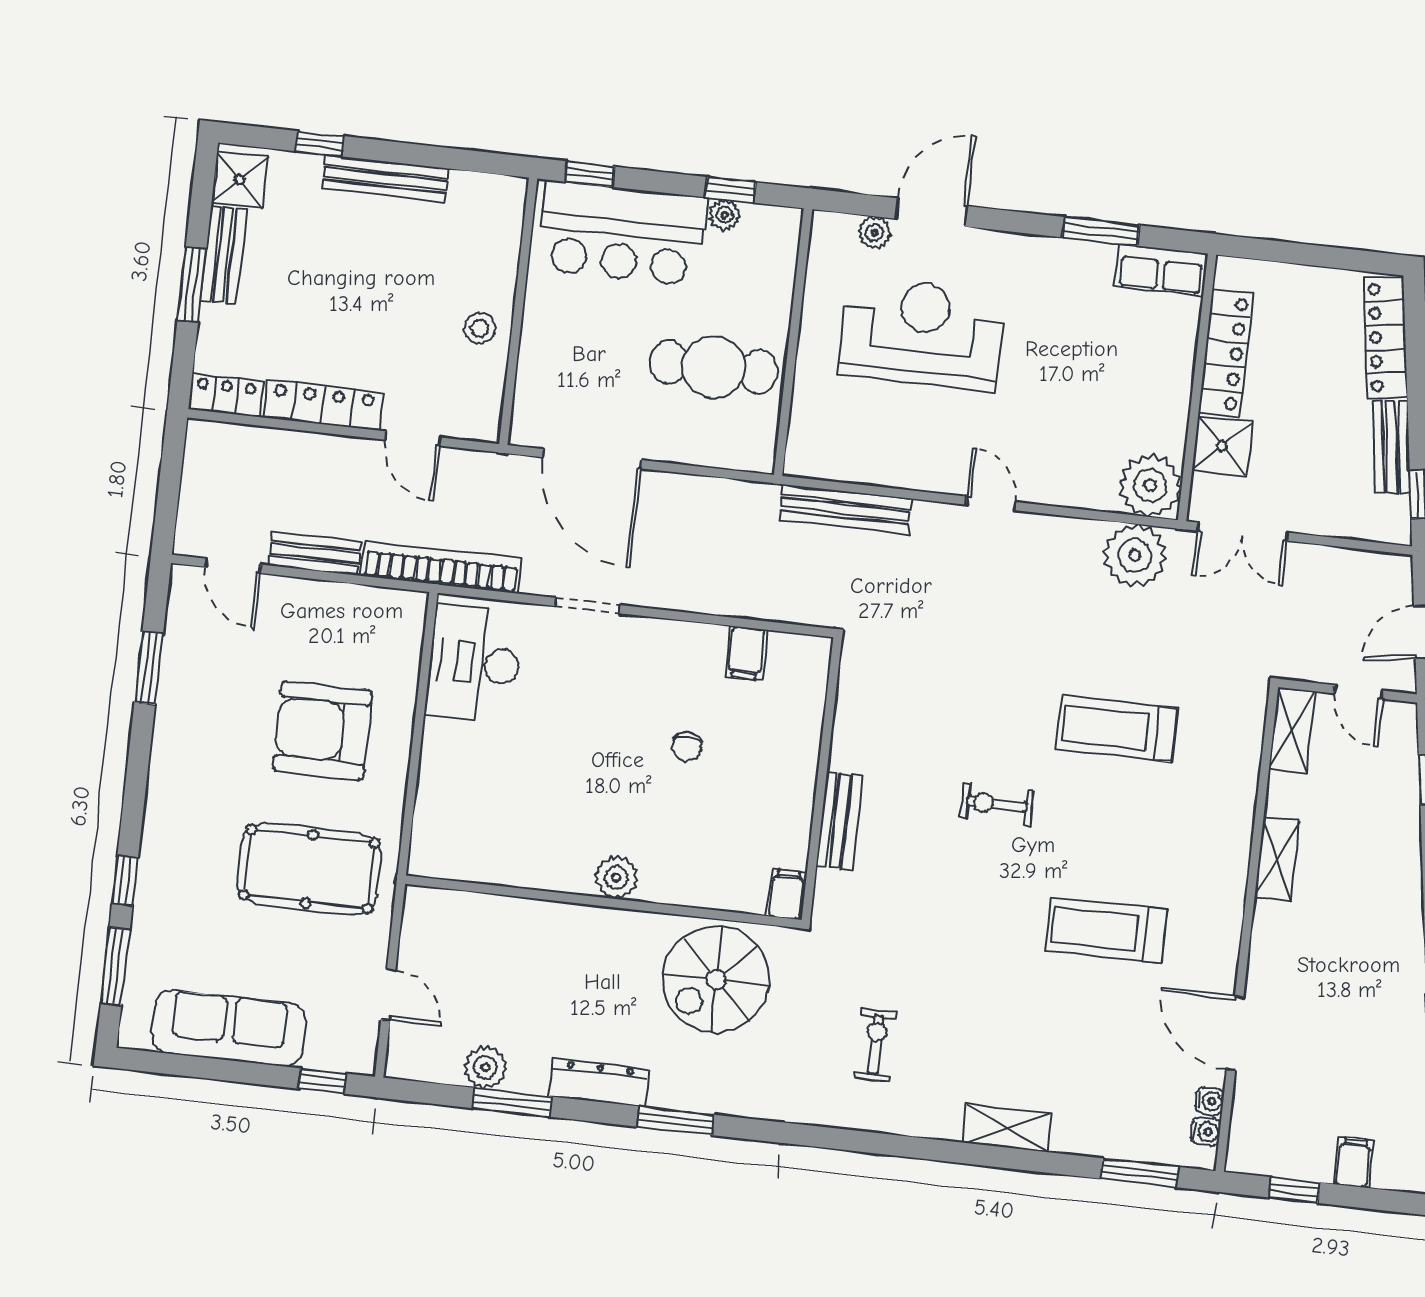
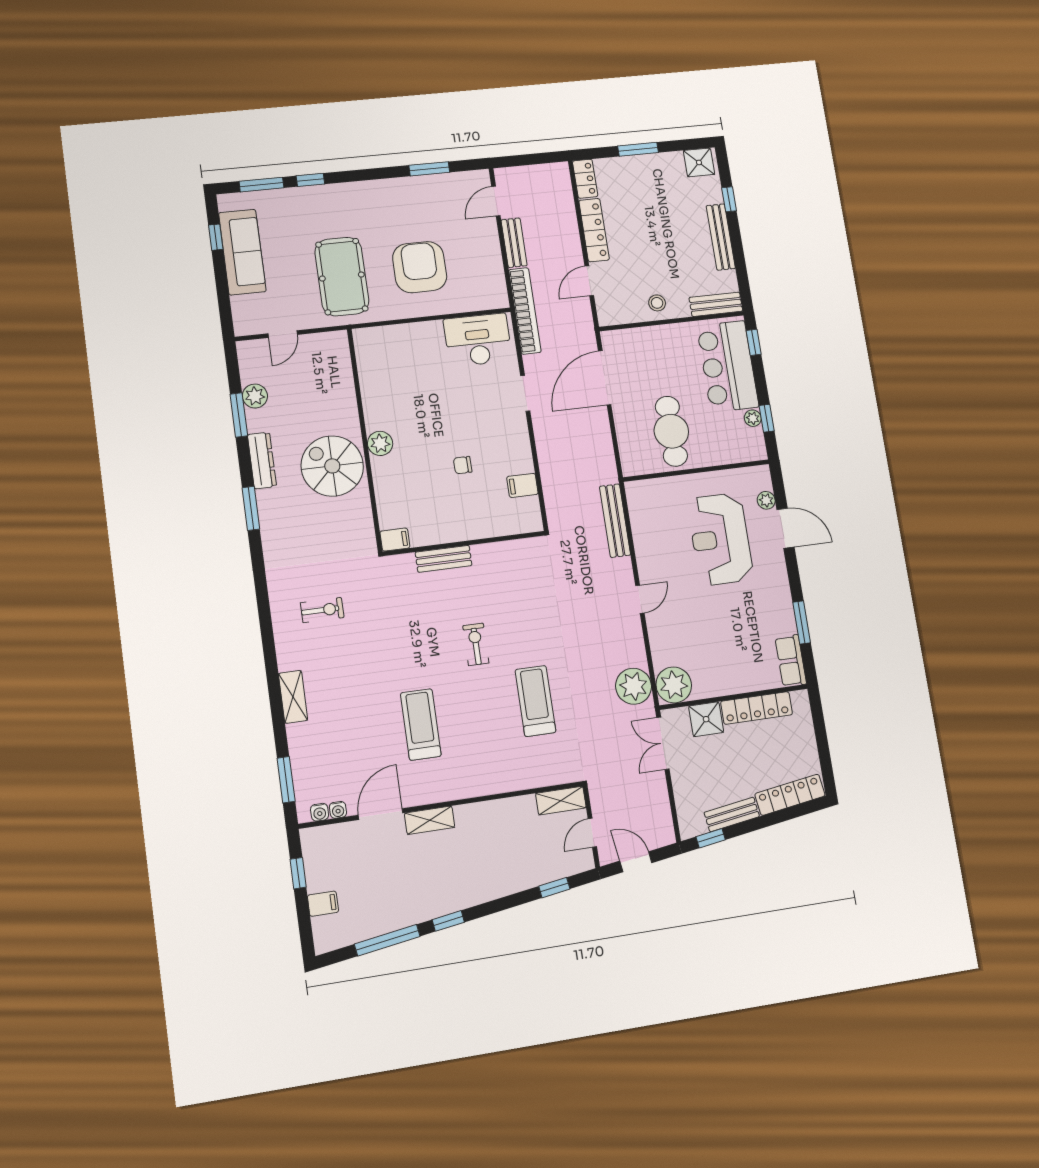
bench: (224, 255) -> (716, 304), moved
reception desk: (922, 334) -> (720, 539), turned 180
shelving: (1277, 859) -> (430, 820), moved
spiral stairs: (716, 979) -> (332, 466), moved
window: (322, 1081) -> (216, 237), moved

